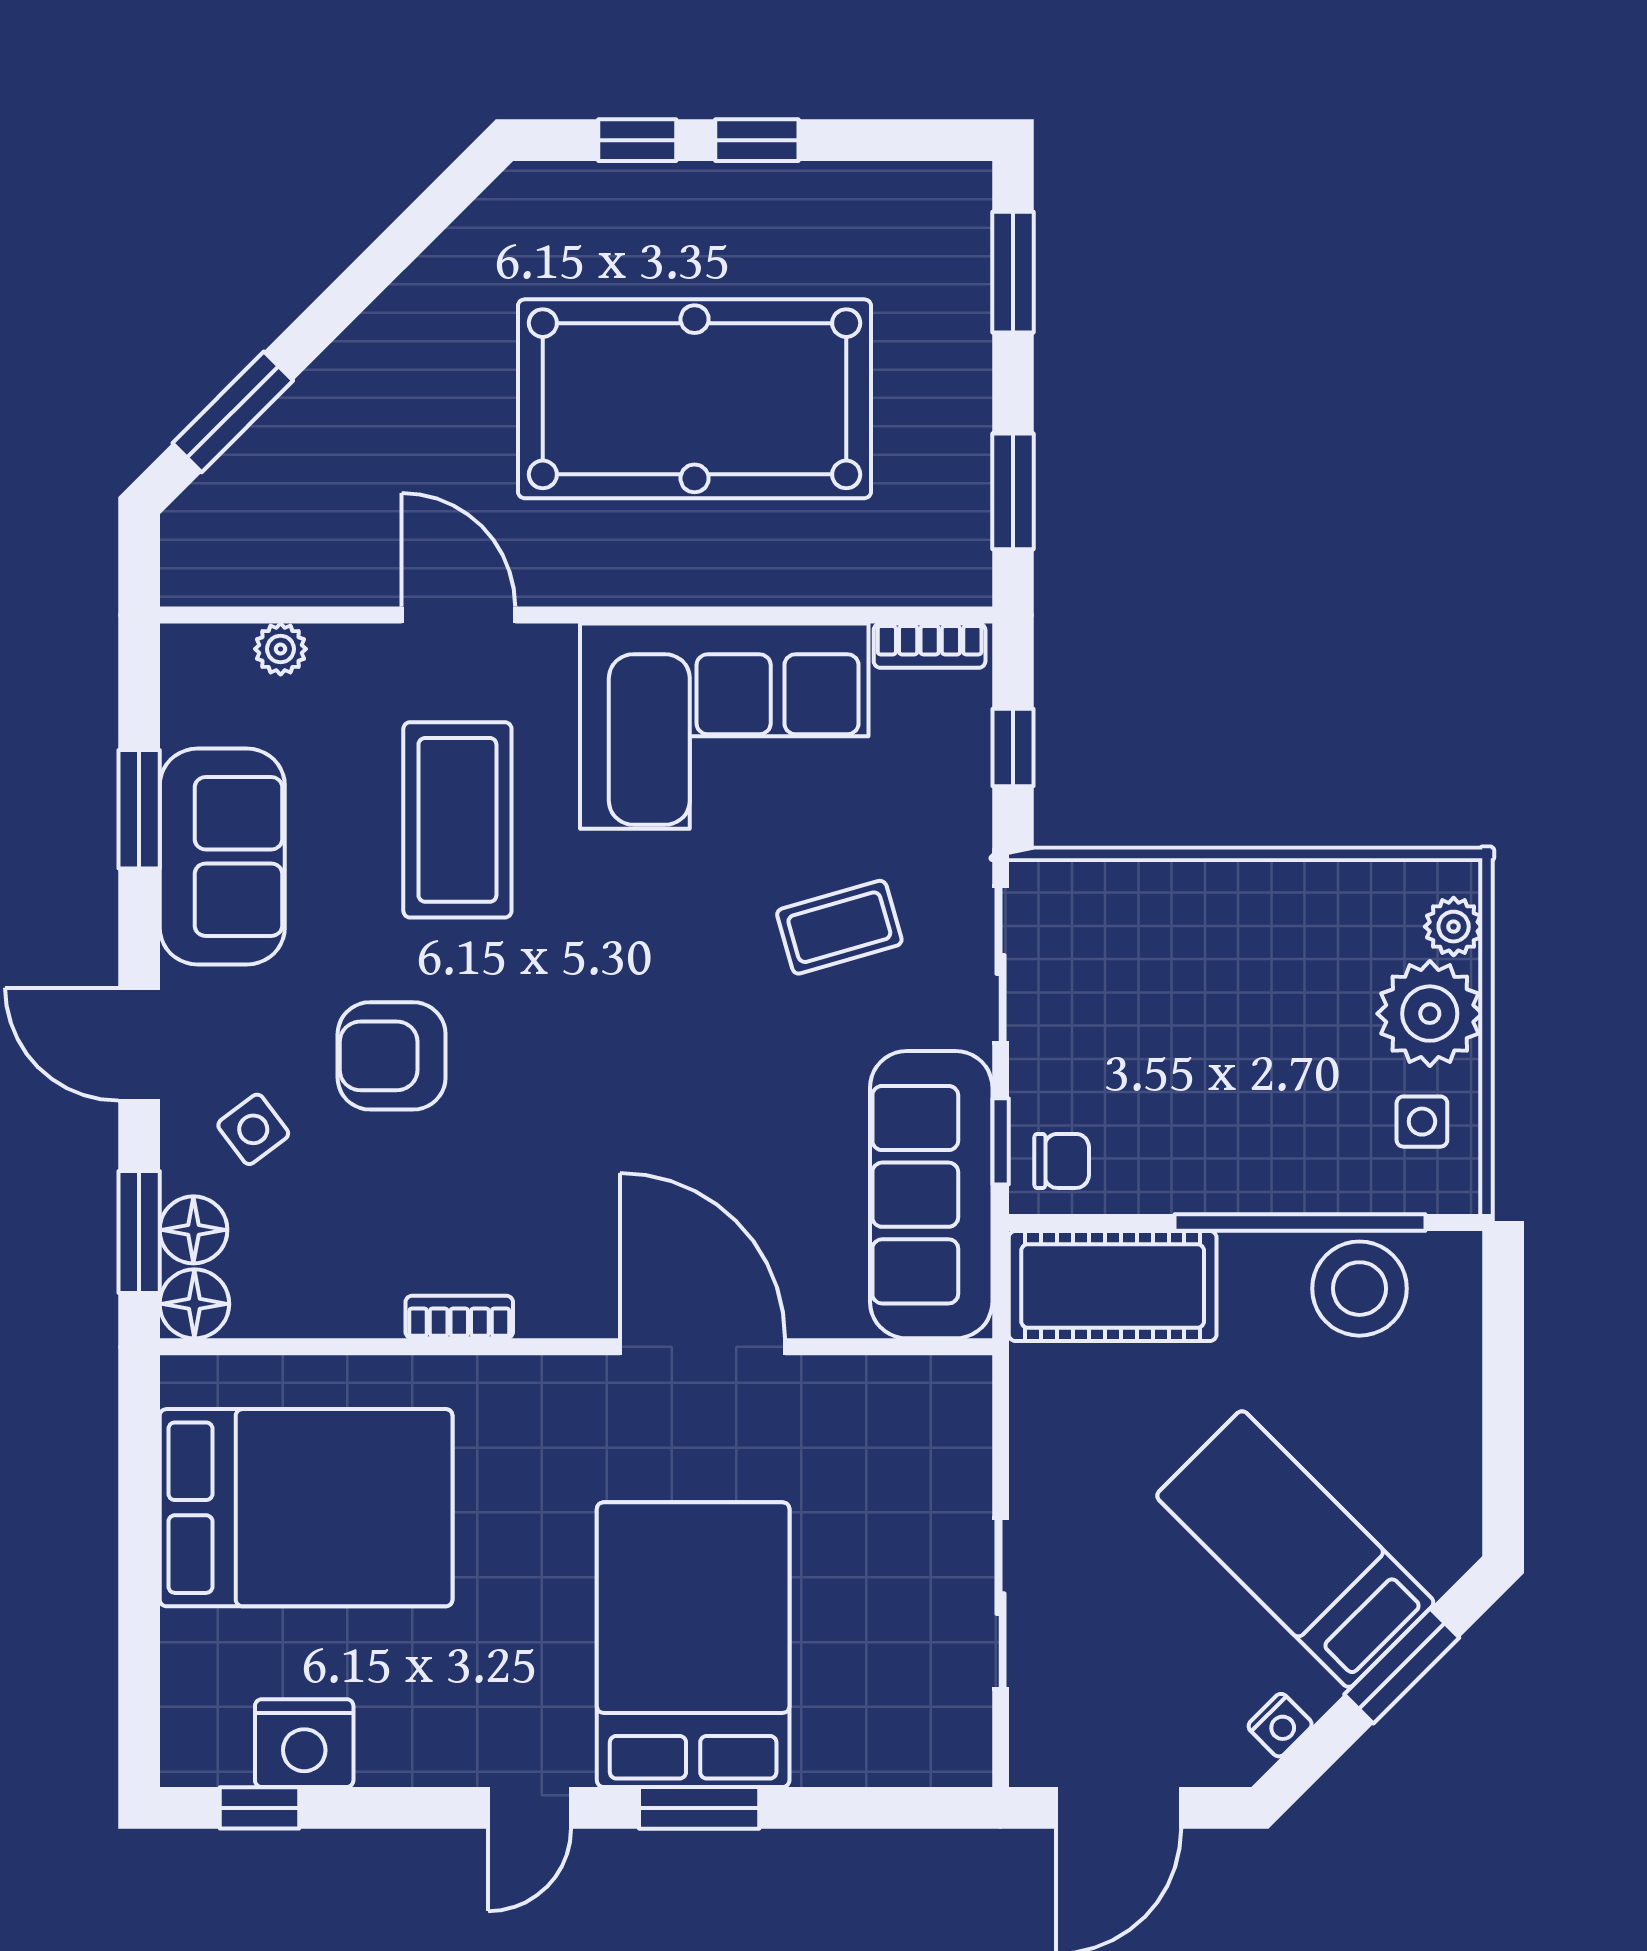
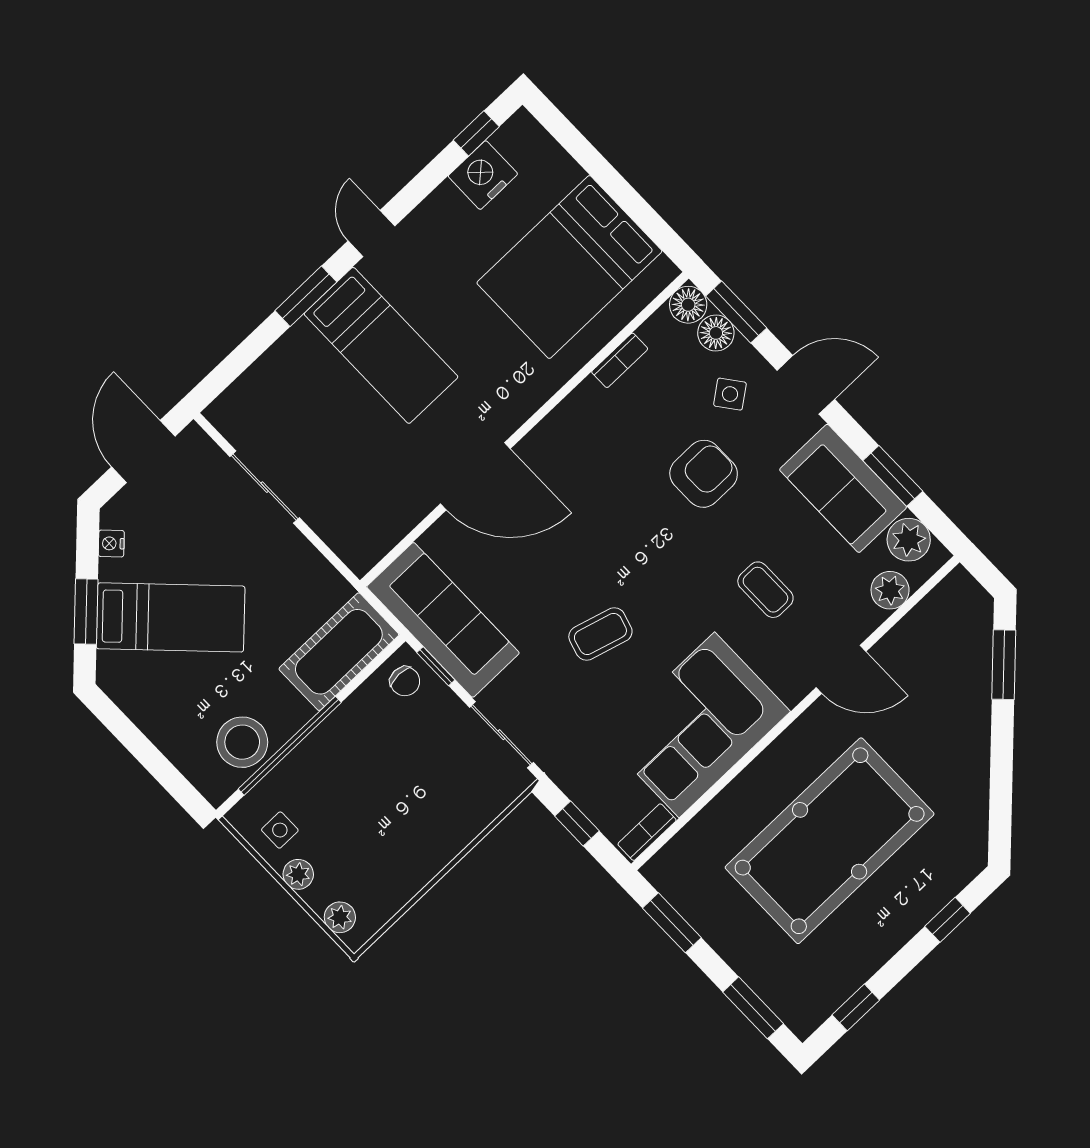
window: (757, 140) -> (856, 1007), moved
plant: (281, 649) -> (890, 590), width x1.38, depth x1.38
plant: (200, 703) -> (909, 540), added
coffee table: (457, 820) -> (765, 590), width x0.54, depth x0.58
coffee table: (839, 927) -> (600, 634), moved, turned 32
plant: (1430, 1014) -> (298, 874), width x0.53, depth x0.53
chair: (1062, 1161) -> (405, 681), turned -90
bookcase: (459, 1317) -> (620, 360), moved
bed: (693, 1645) -> (381, 345), width x0.67

